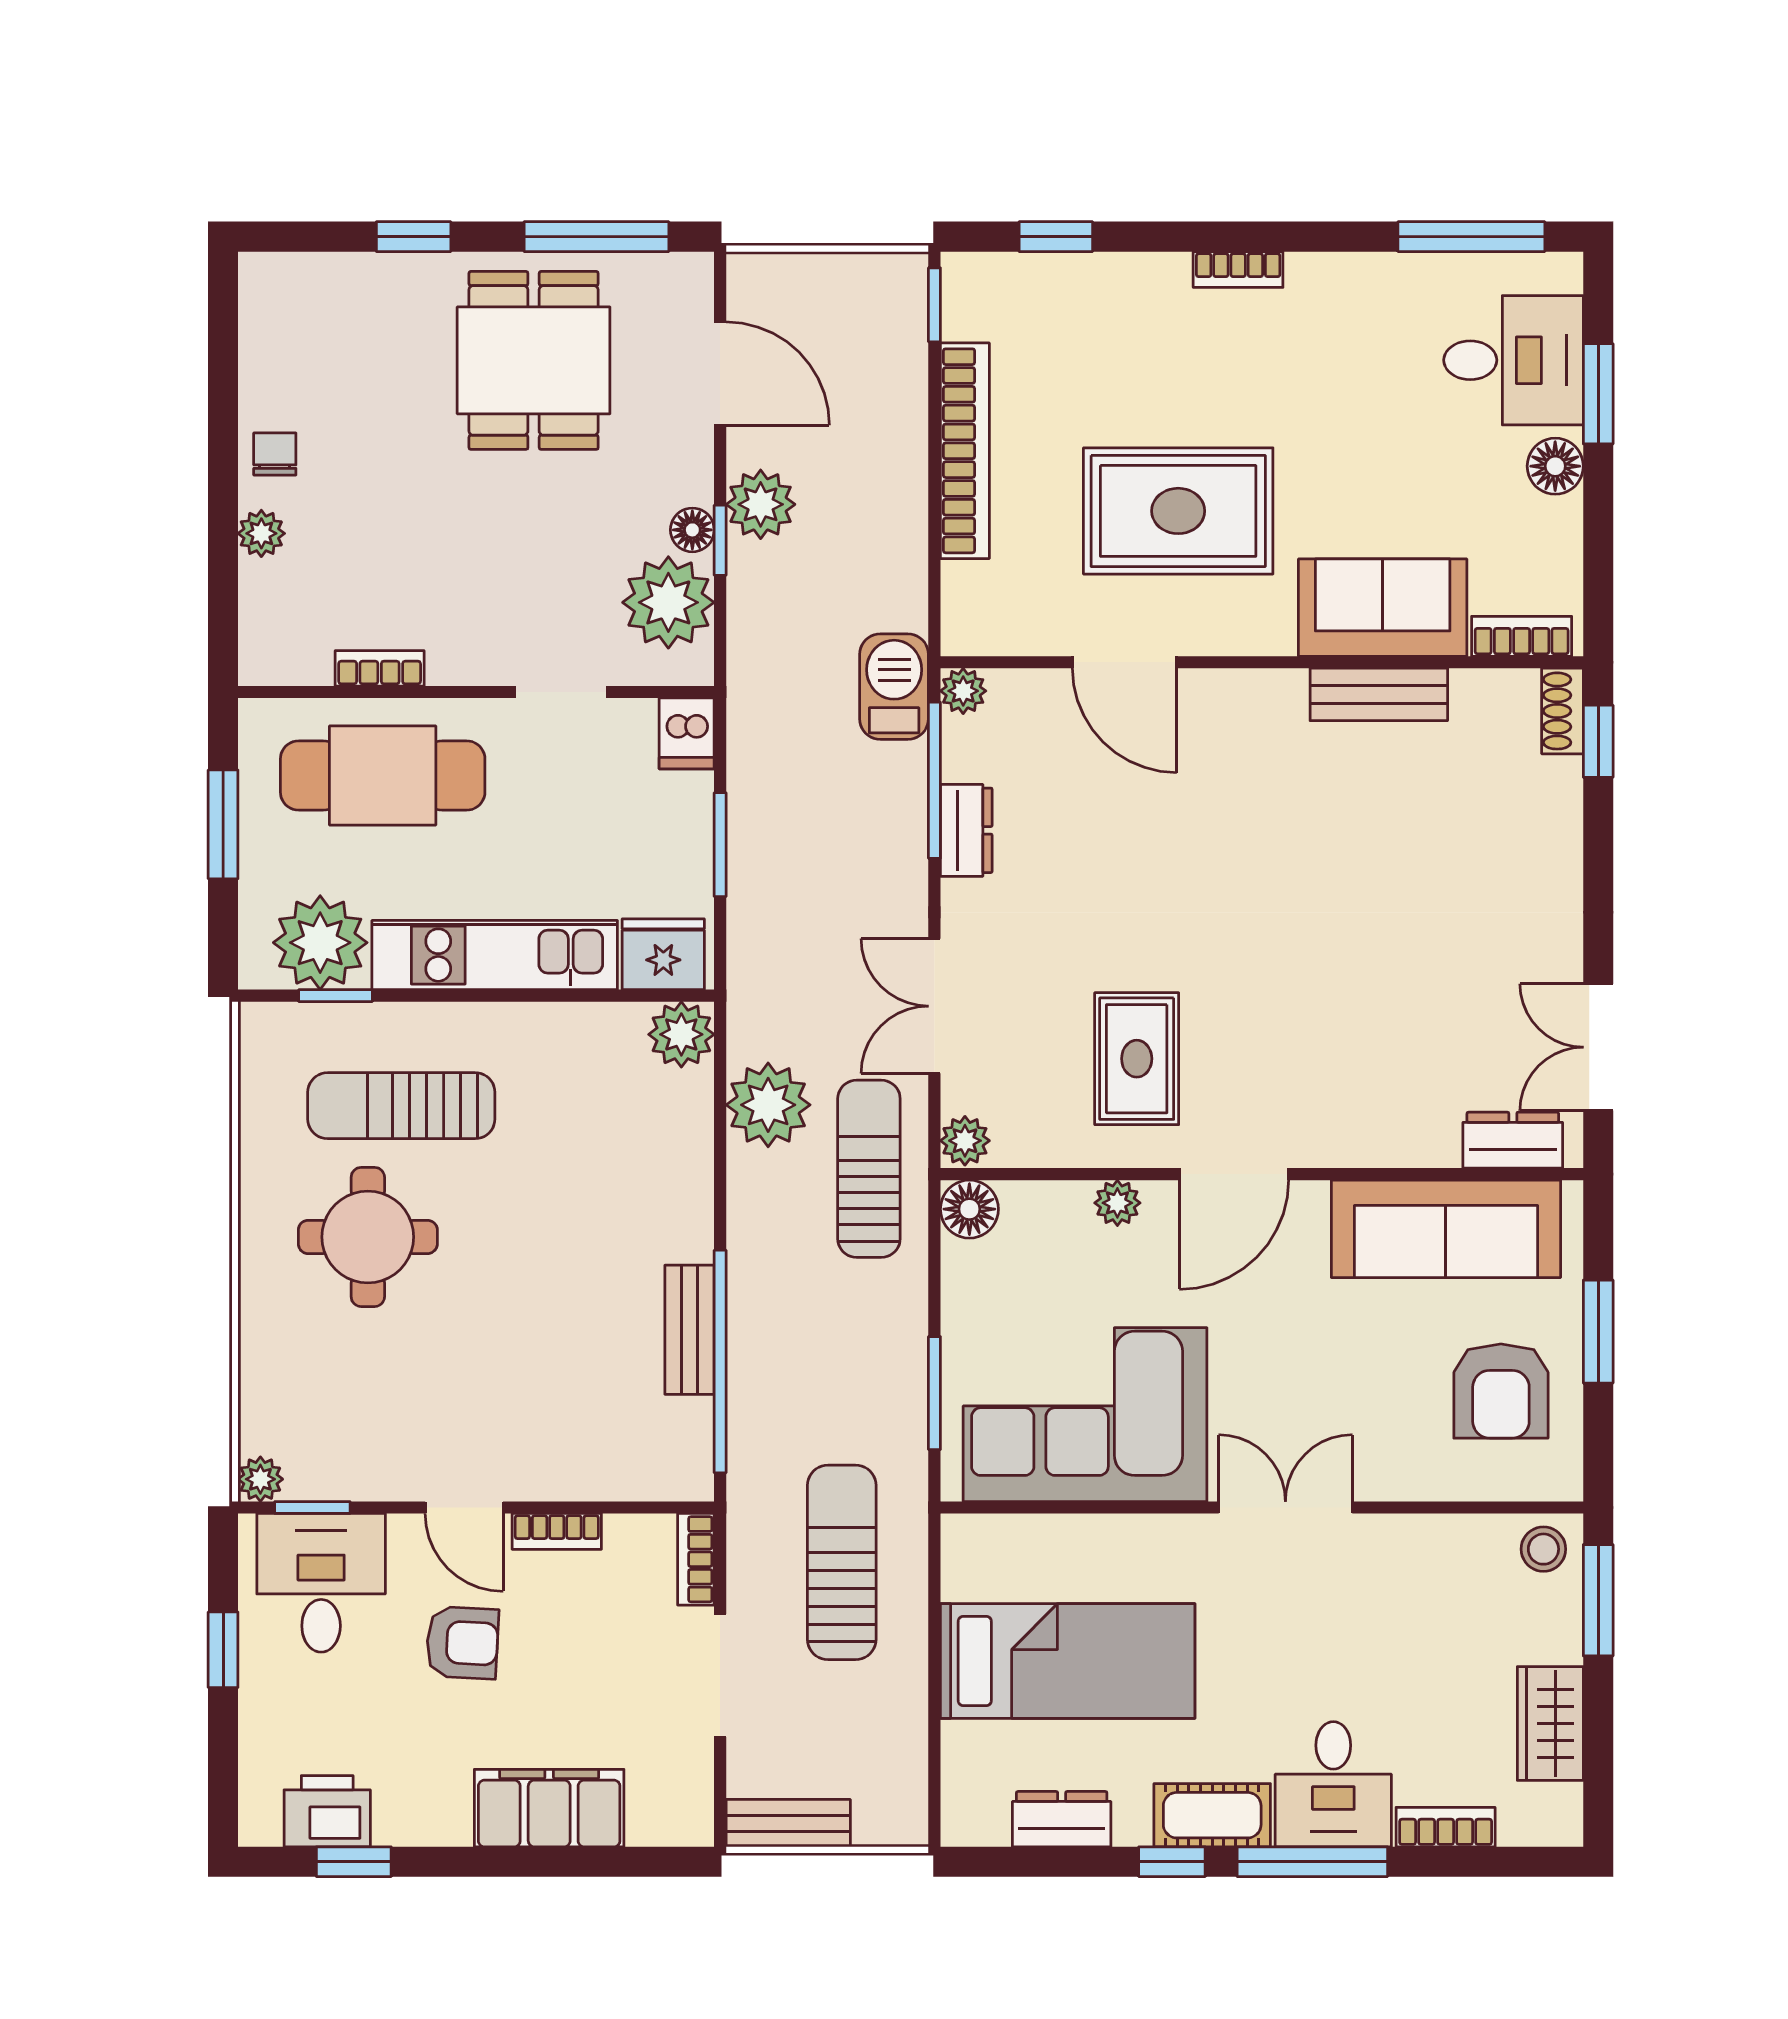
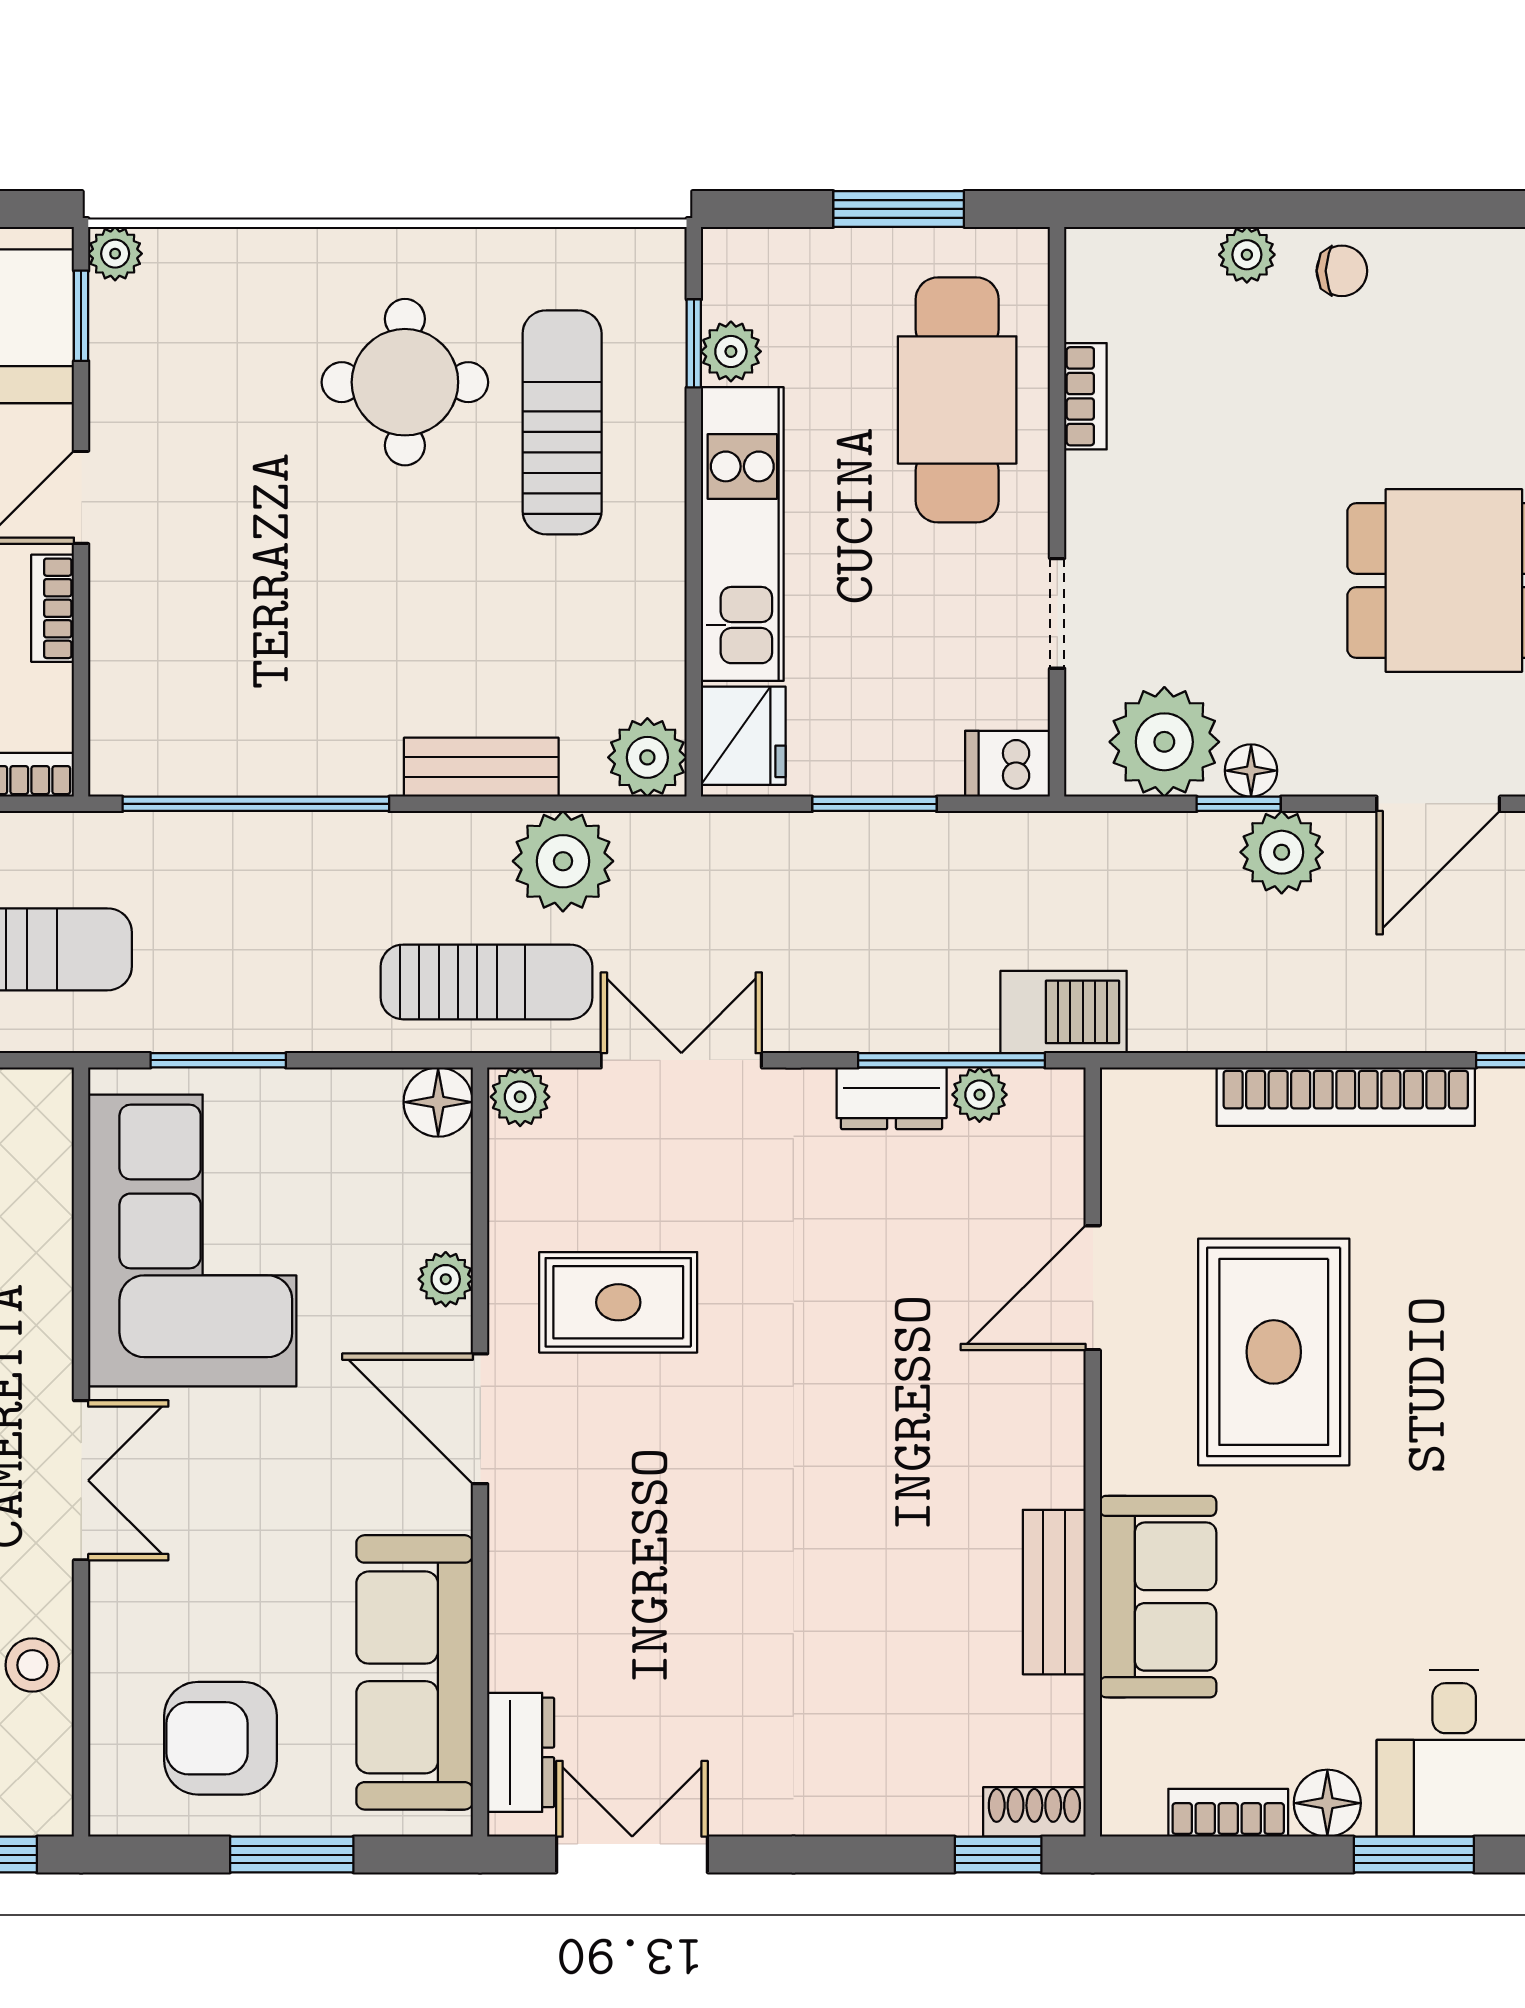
bookcase: (1522, 636) -> (1228, 1813), moved, turned -90
plant: (963, 691) -> (979, 1095), moved
plant: (320, 943) -> (731, 351), width x0.53, depth x0.53
bench: (690, 1330) -> (481, 767), moved
stool: (1543, 1549) -> (32, 1665), moved

